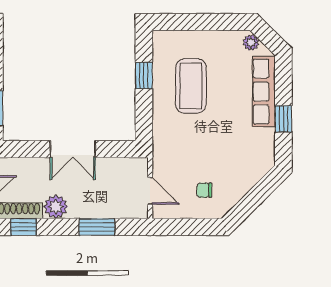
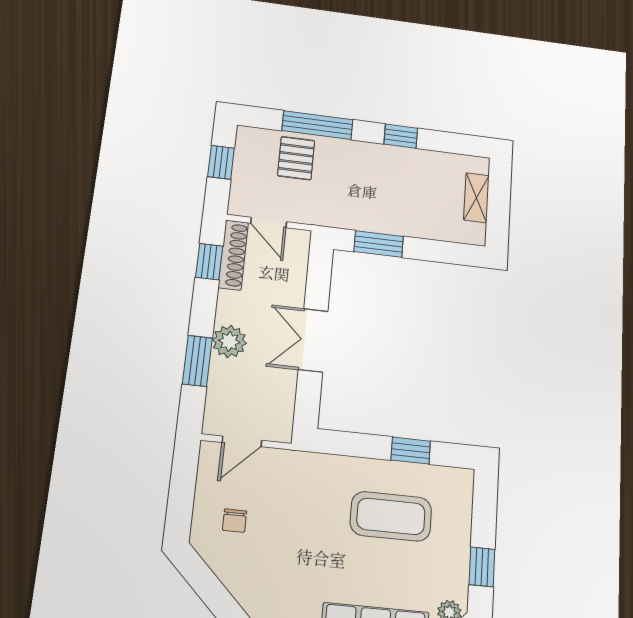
window: (219, 22) -> (482, 567), added
chair: (204, 190) -> (235, 521), turned 180
plant: (56, 207) -> (229, 341), moved

